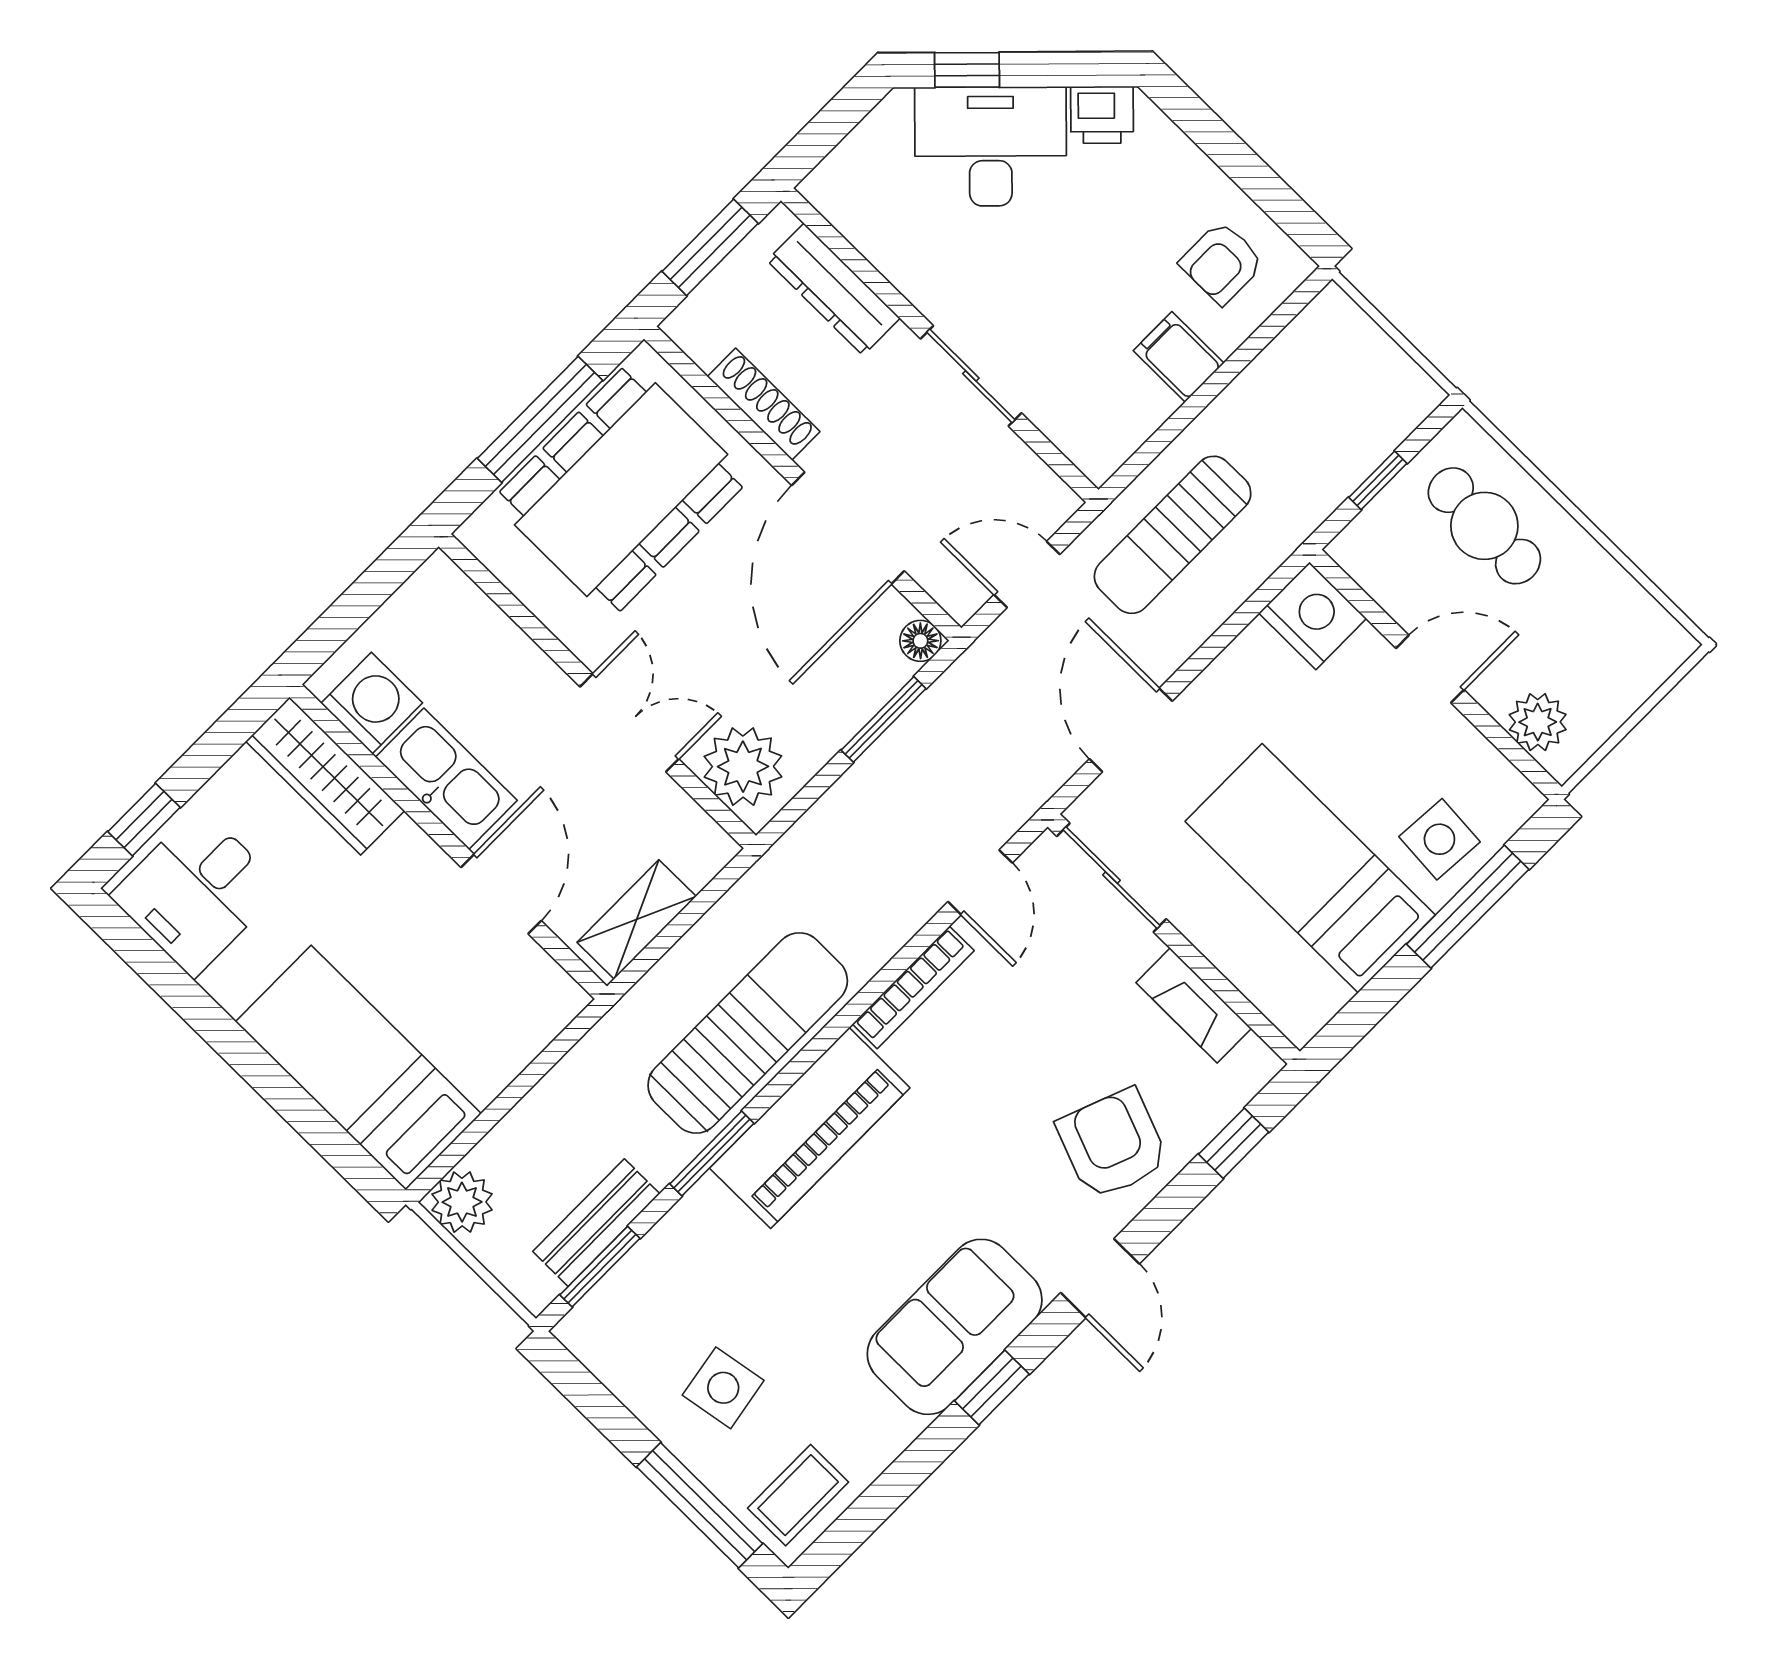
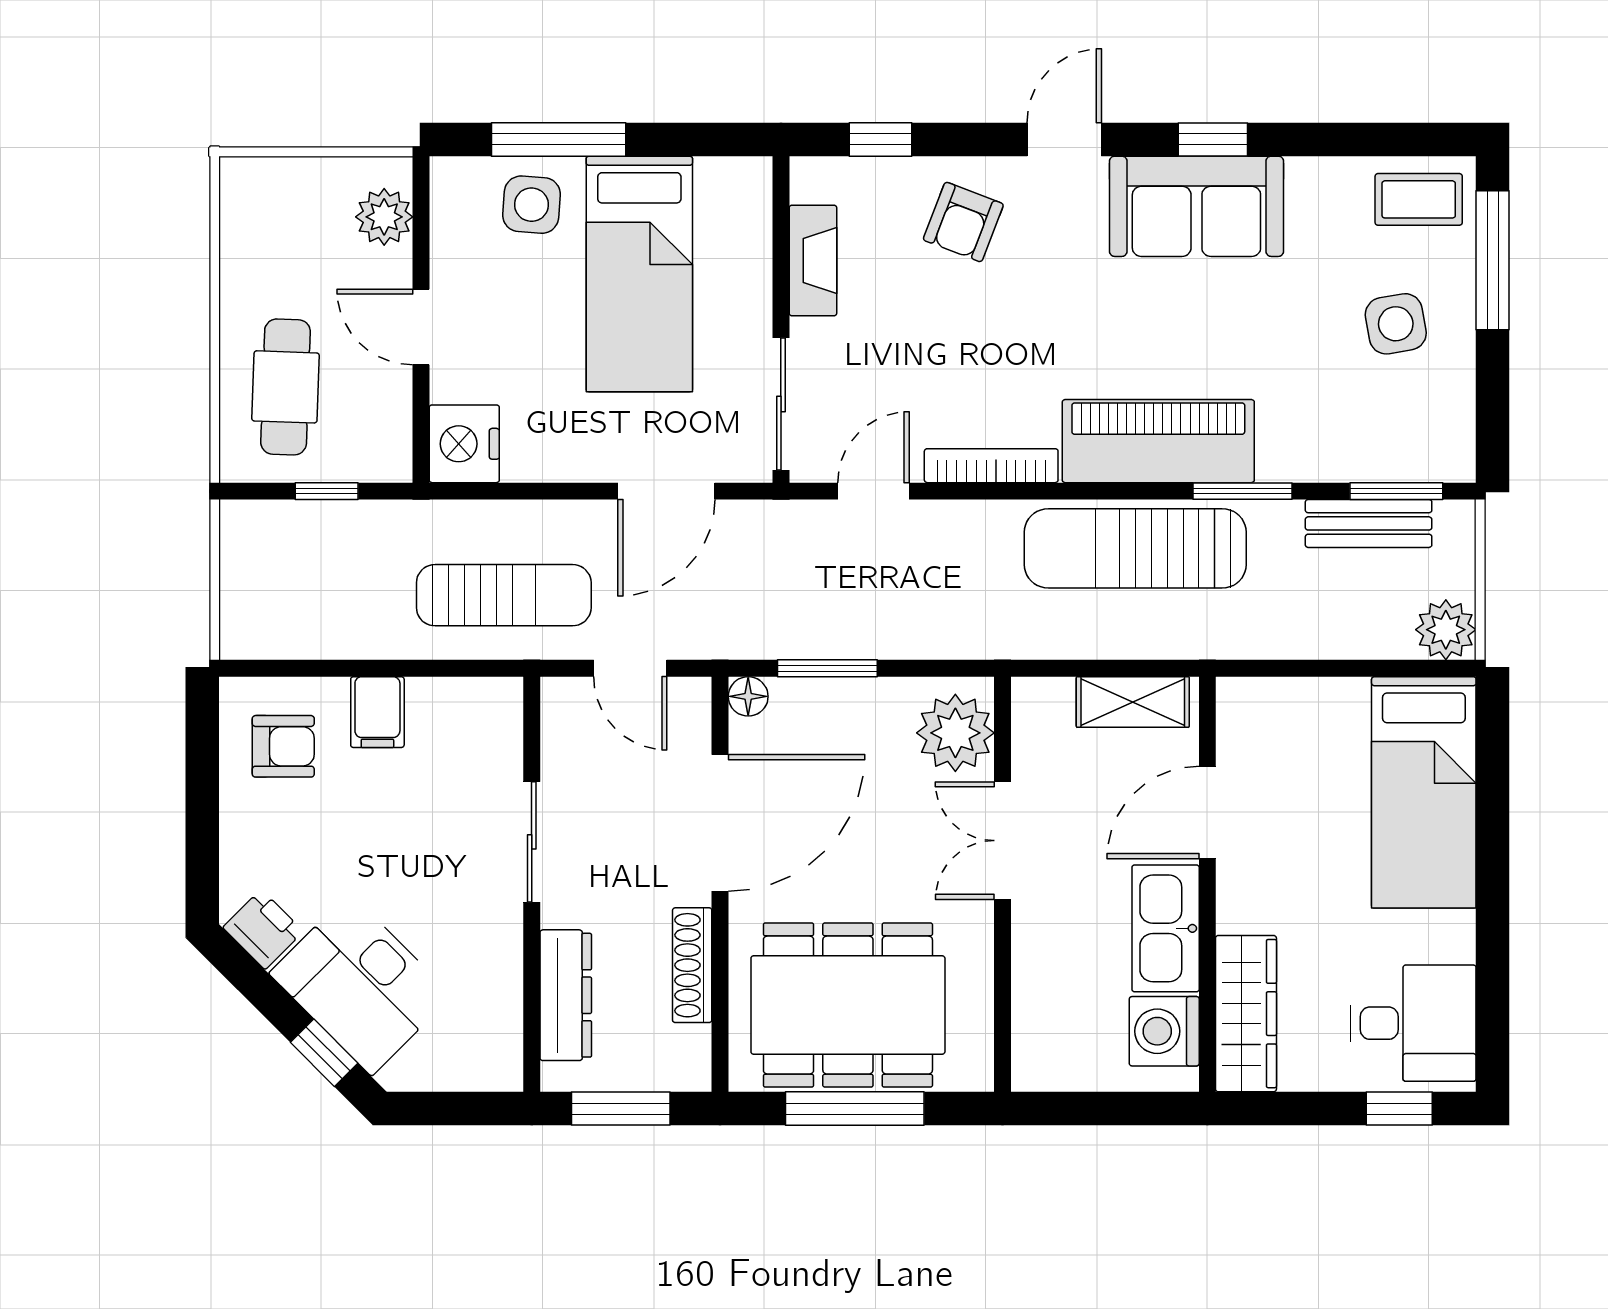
armchair: (1113, 1144) -> (963, 222), width x0.72, depth x0.72

